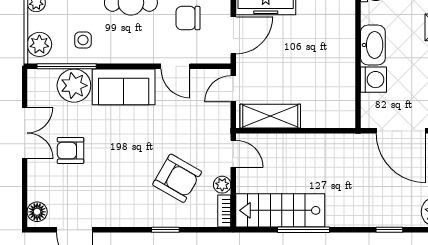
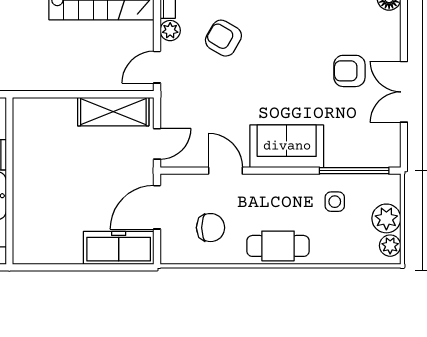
plant: (39, 44) -> (386, 218), moved
plant: (74, 86) -> (345, 148), removed
armchair: (71, 151) -> (349, 71), turned 180
door: (233, 154) -> (157, 67), hinge flipped
armchair: (177, 178) -> (223, 38), width x0.72, depth x0.72

